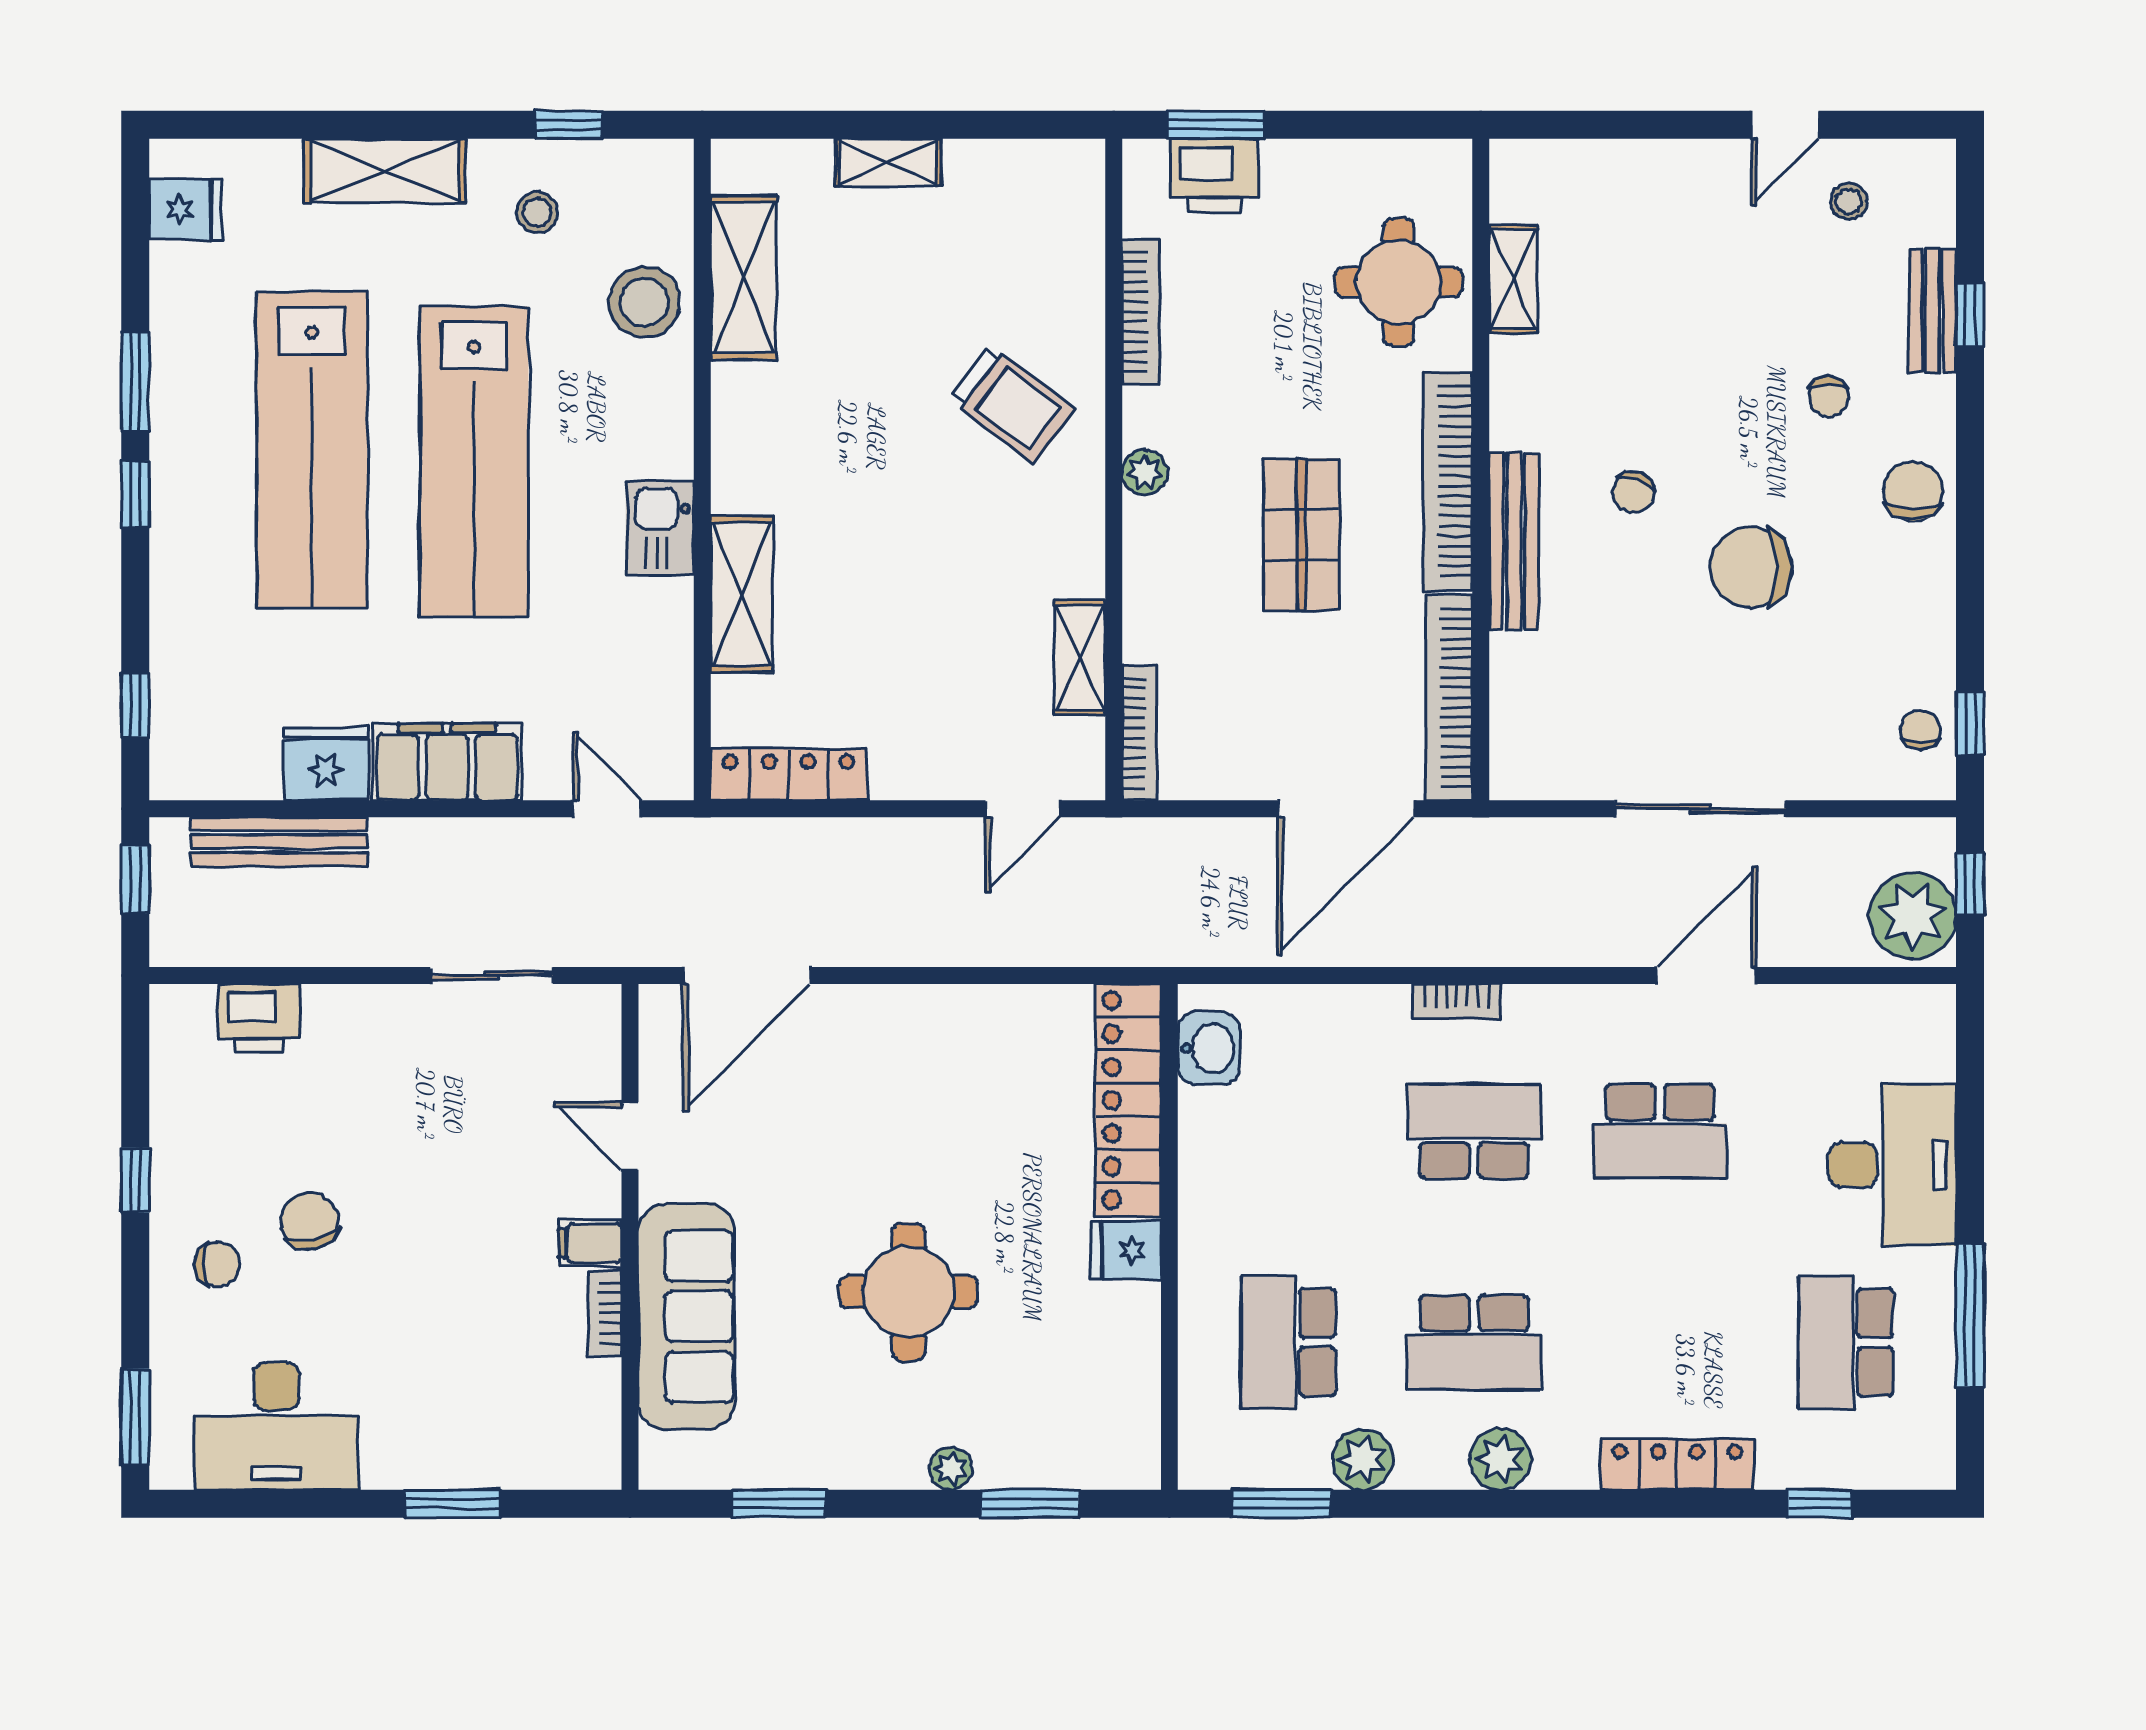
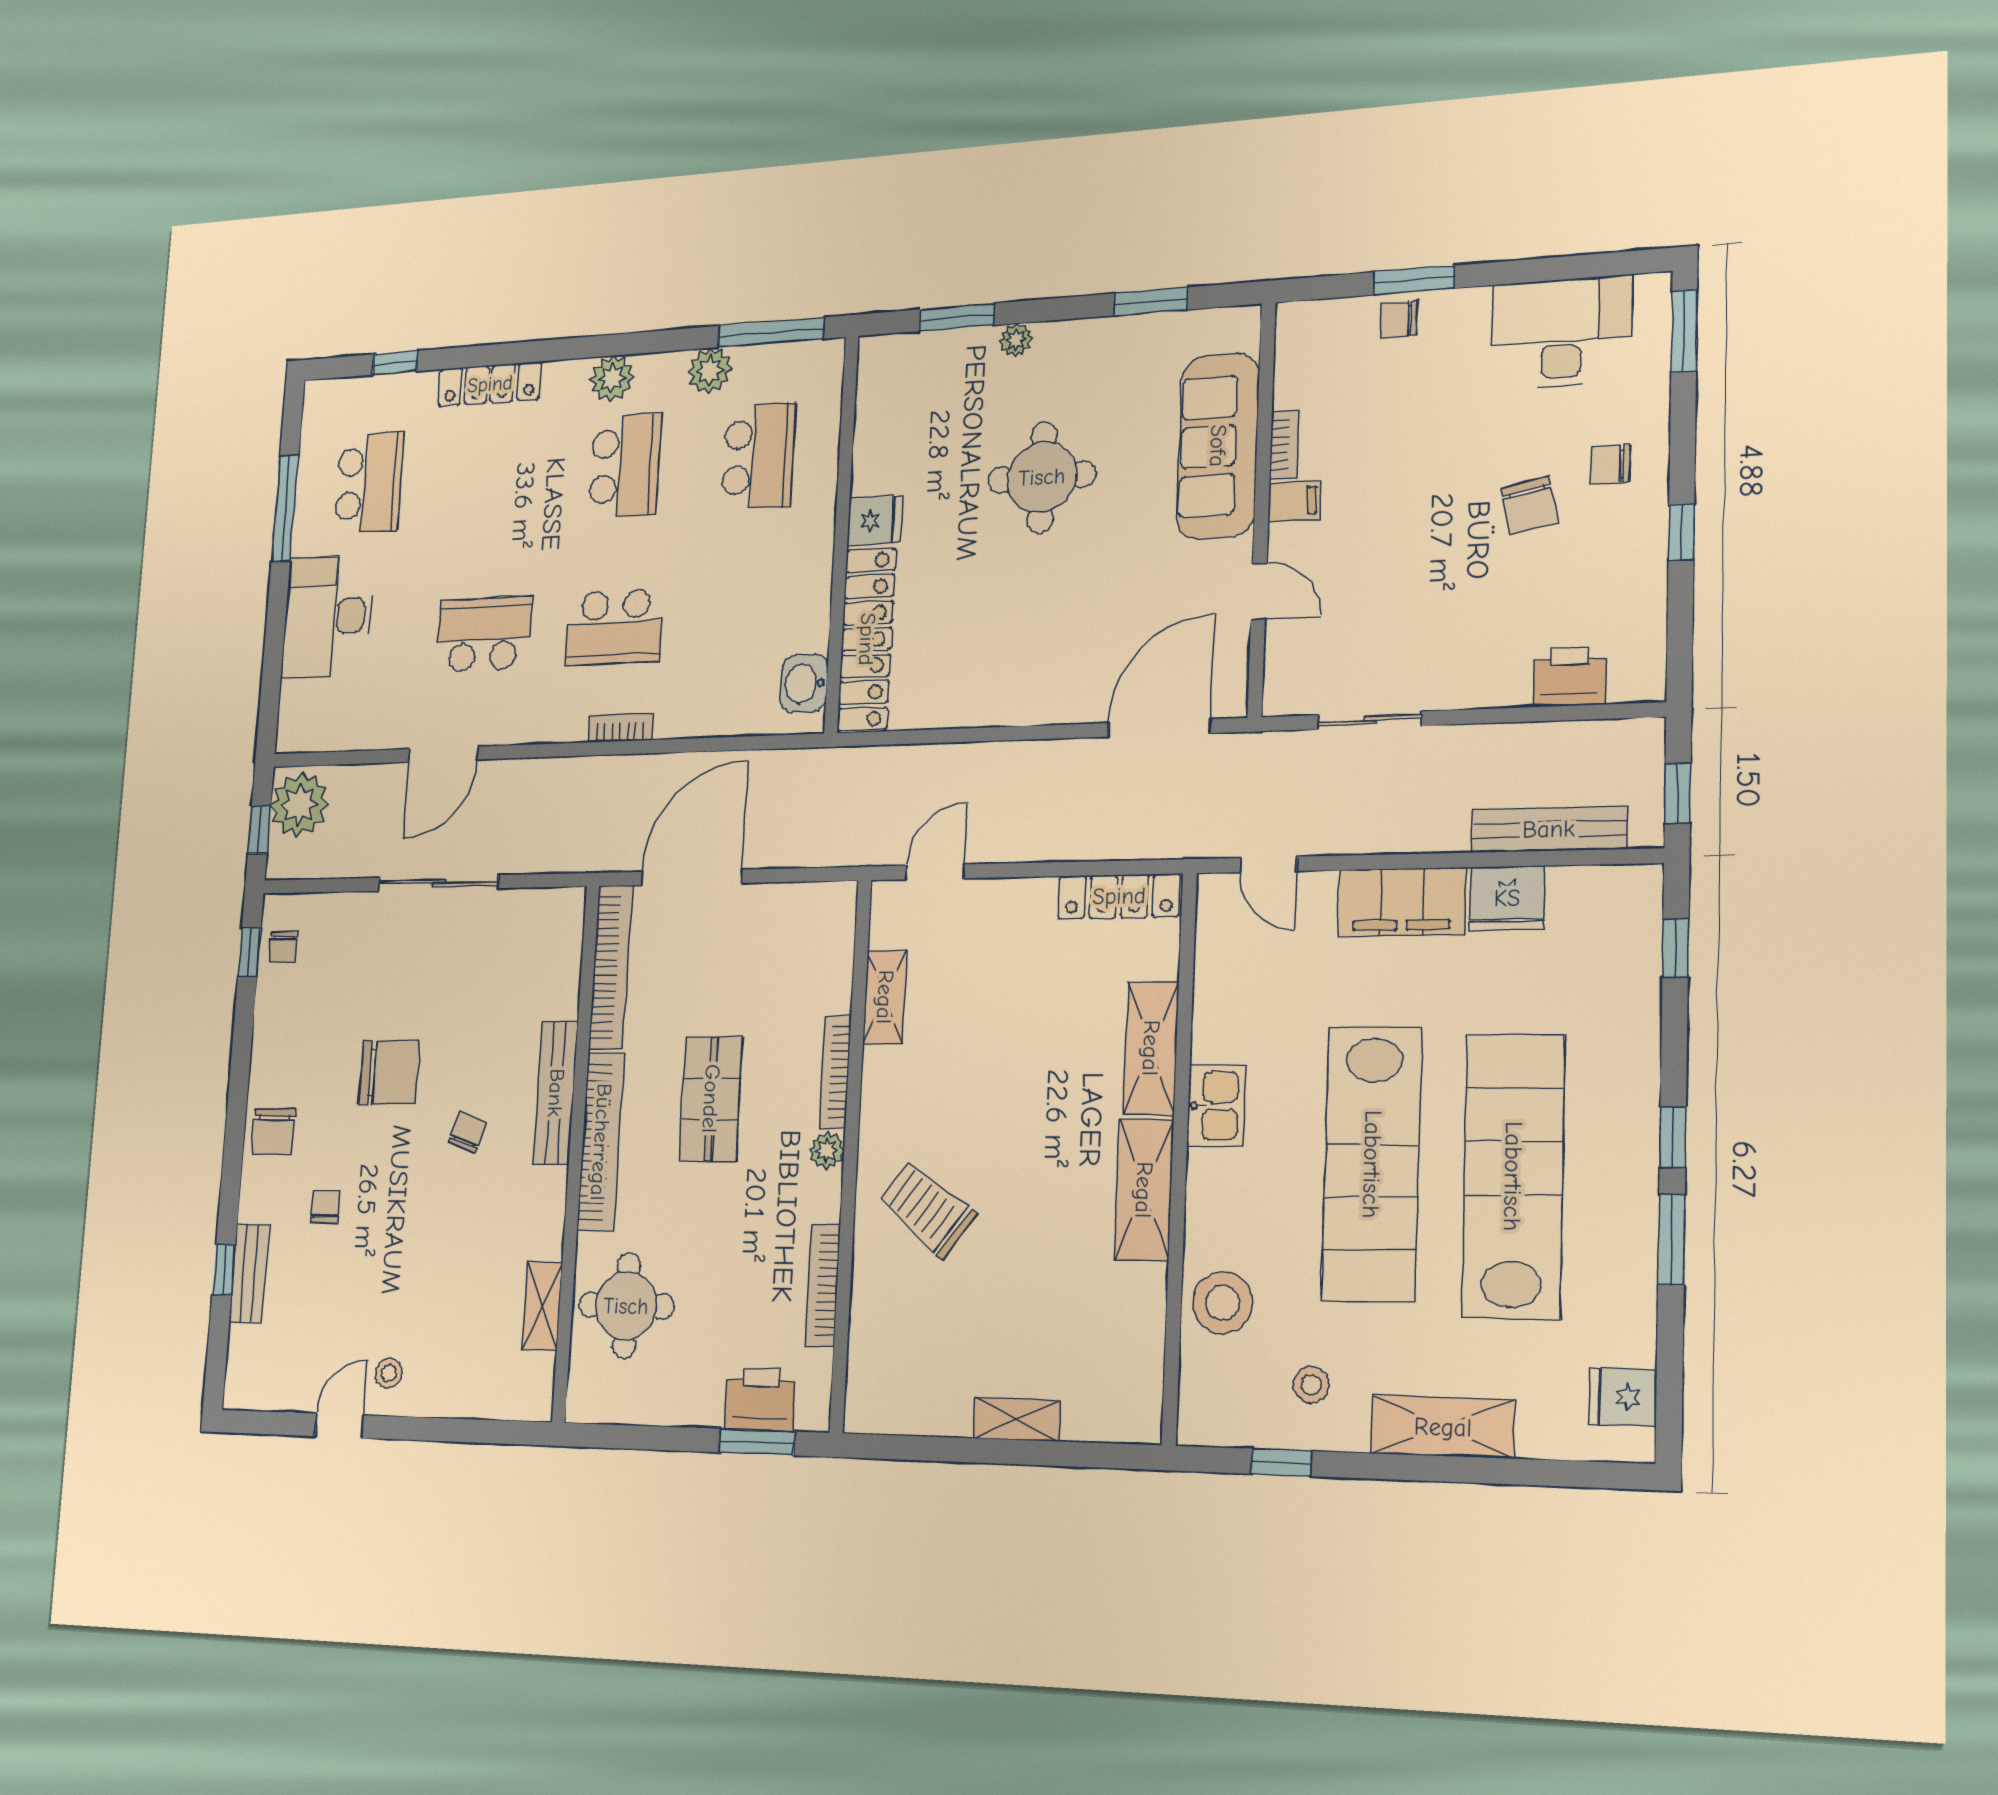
stool: (1849, 201) -> (389, 1373), moved
shelving: (744, 278) -> (1144, 1190), moved
lab bench: (474, 462) -> (1372, 1164), turned 180
bookcase: (1139, 733) -> (835, 1072), moved
school desk: (1474, 1342) -> (625, 465), turned 90
chair: (470, 1457) -> (1399, 319), added
window: (1281, 1504) -> (771, 332), width x1.44

